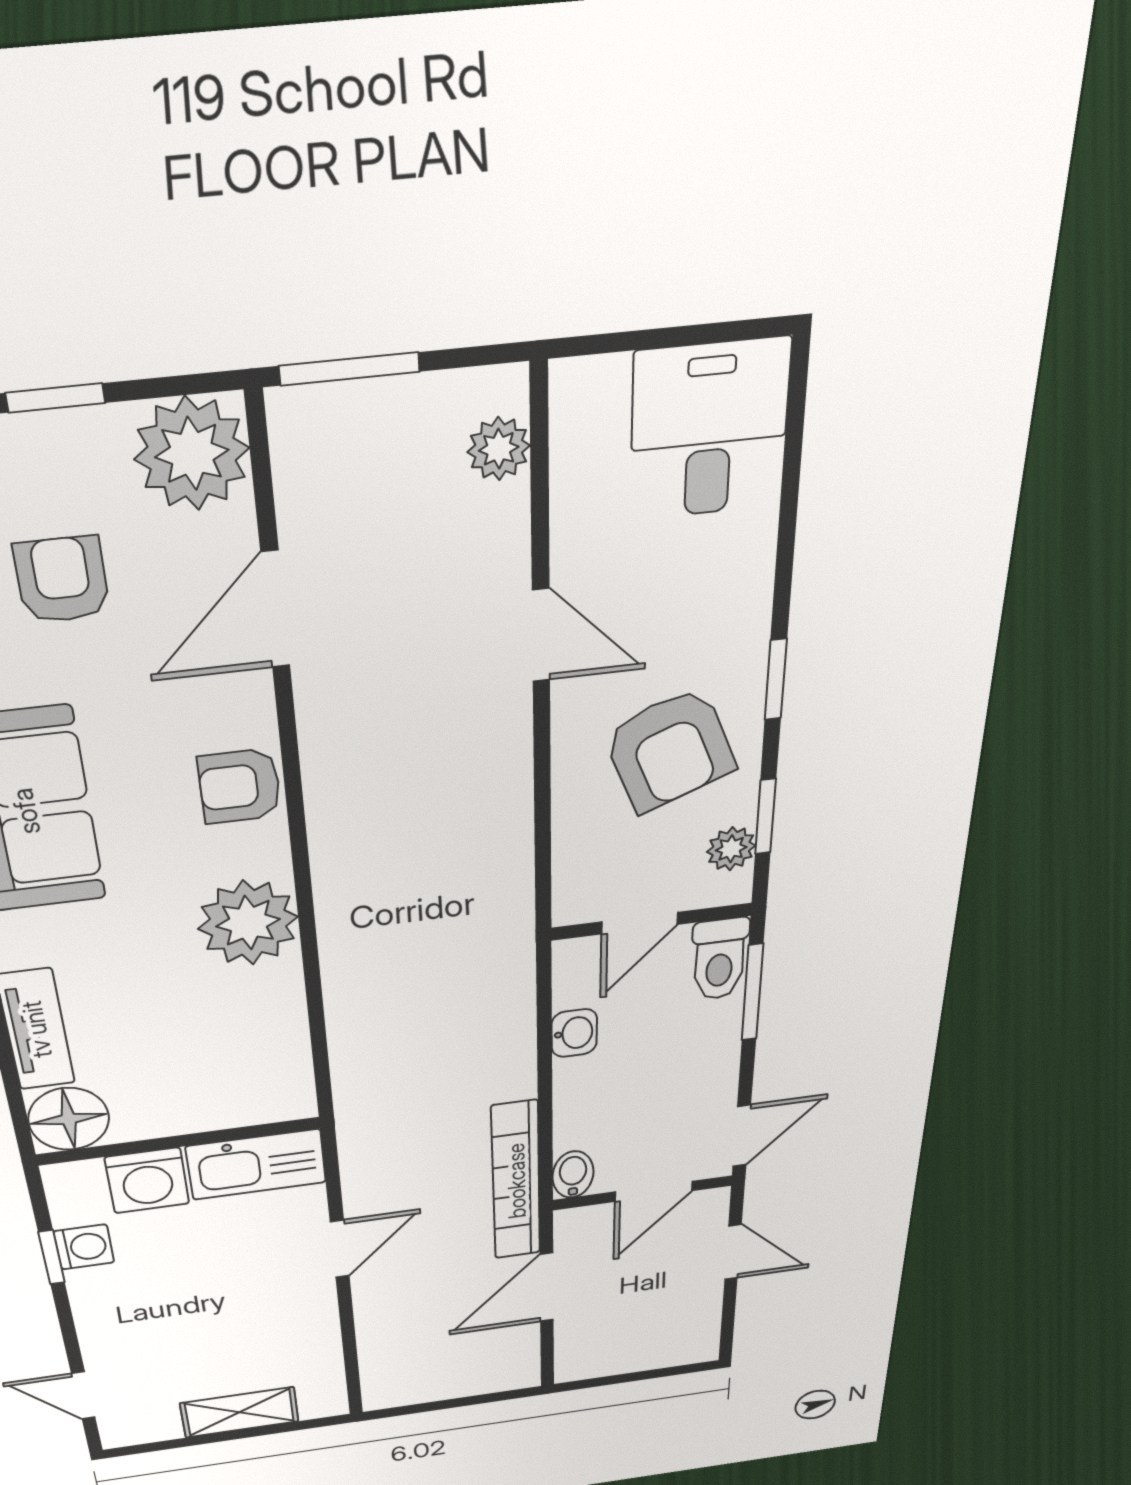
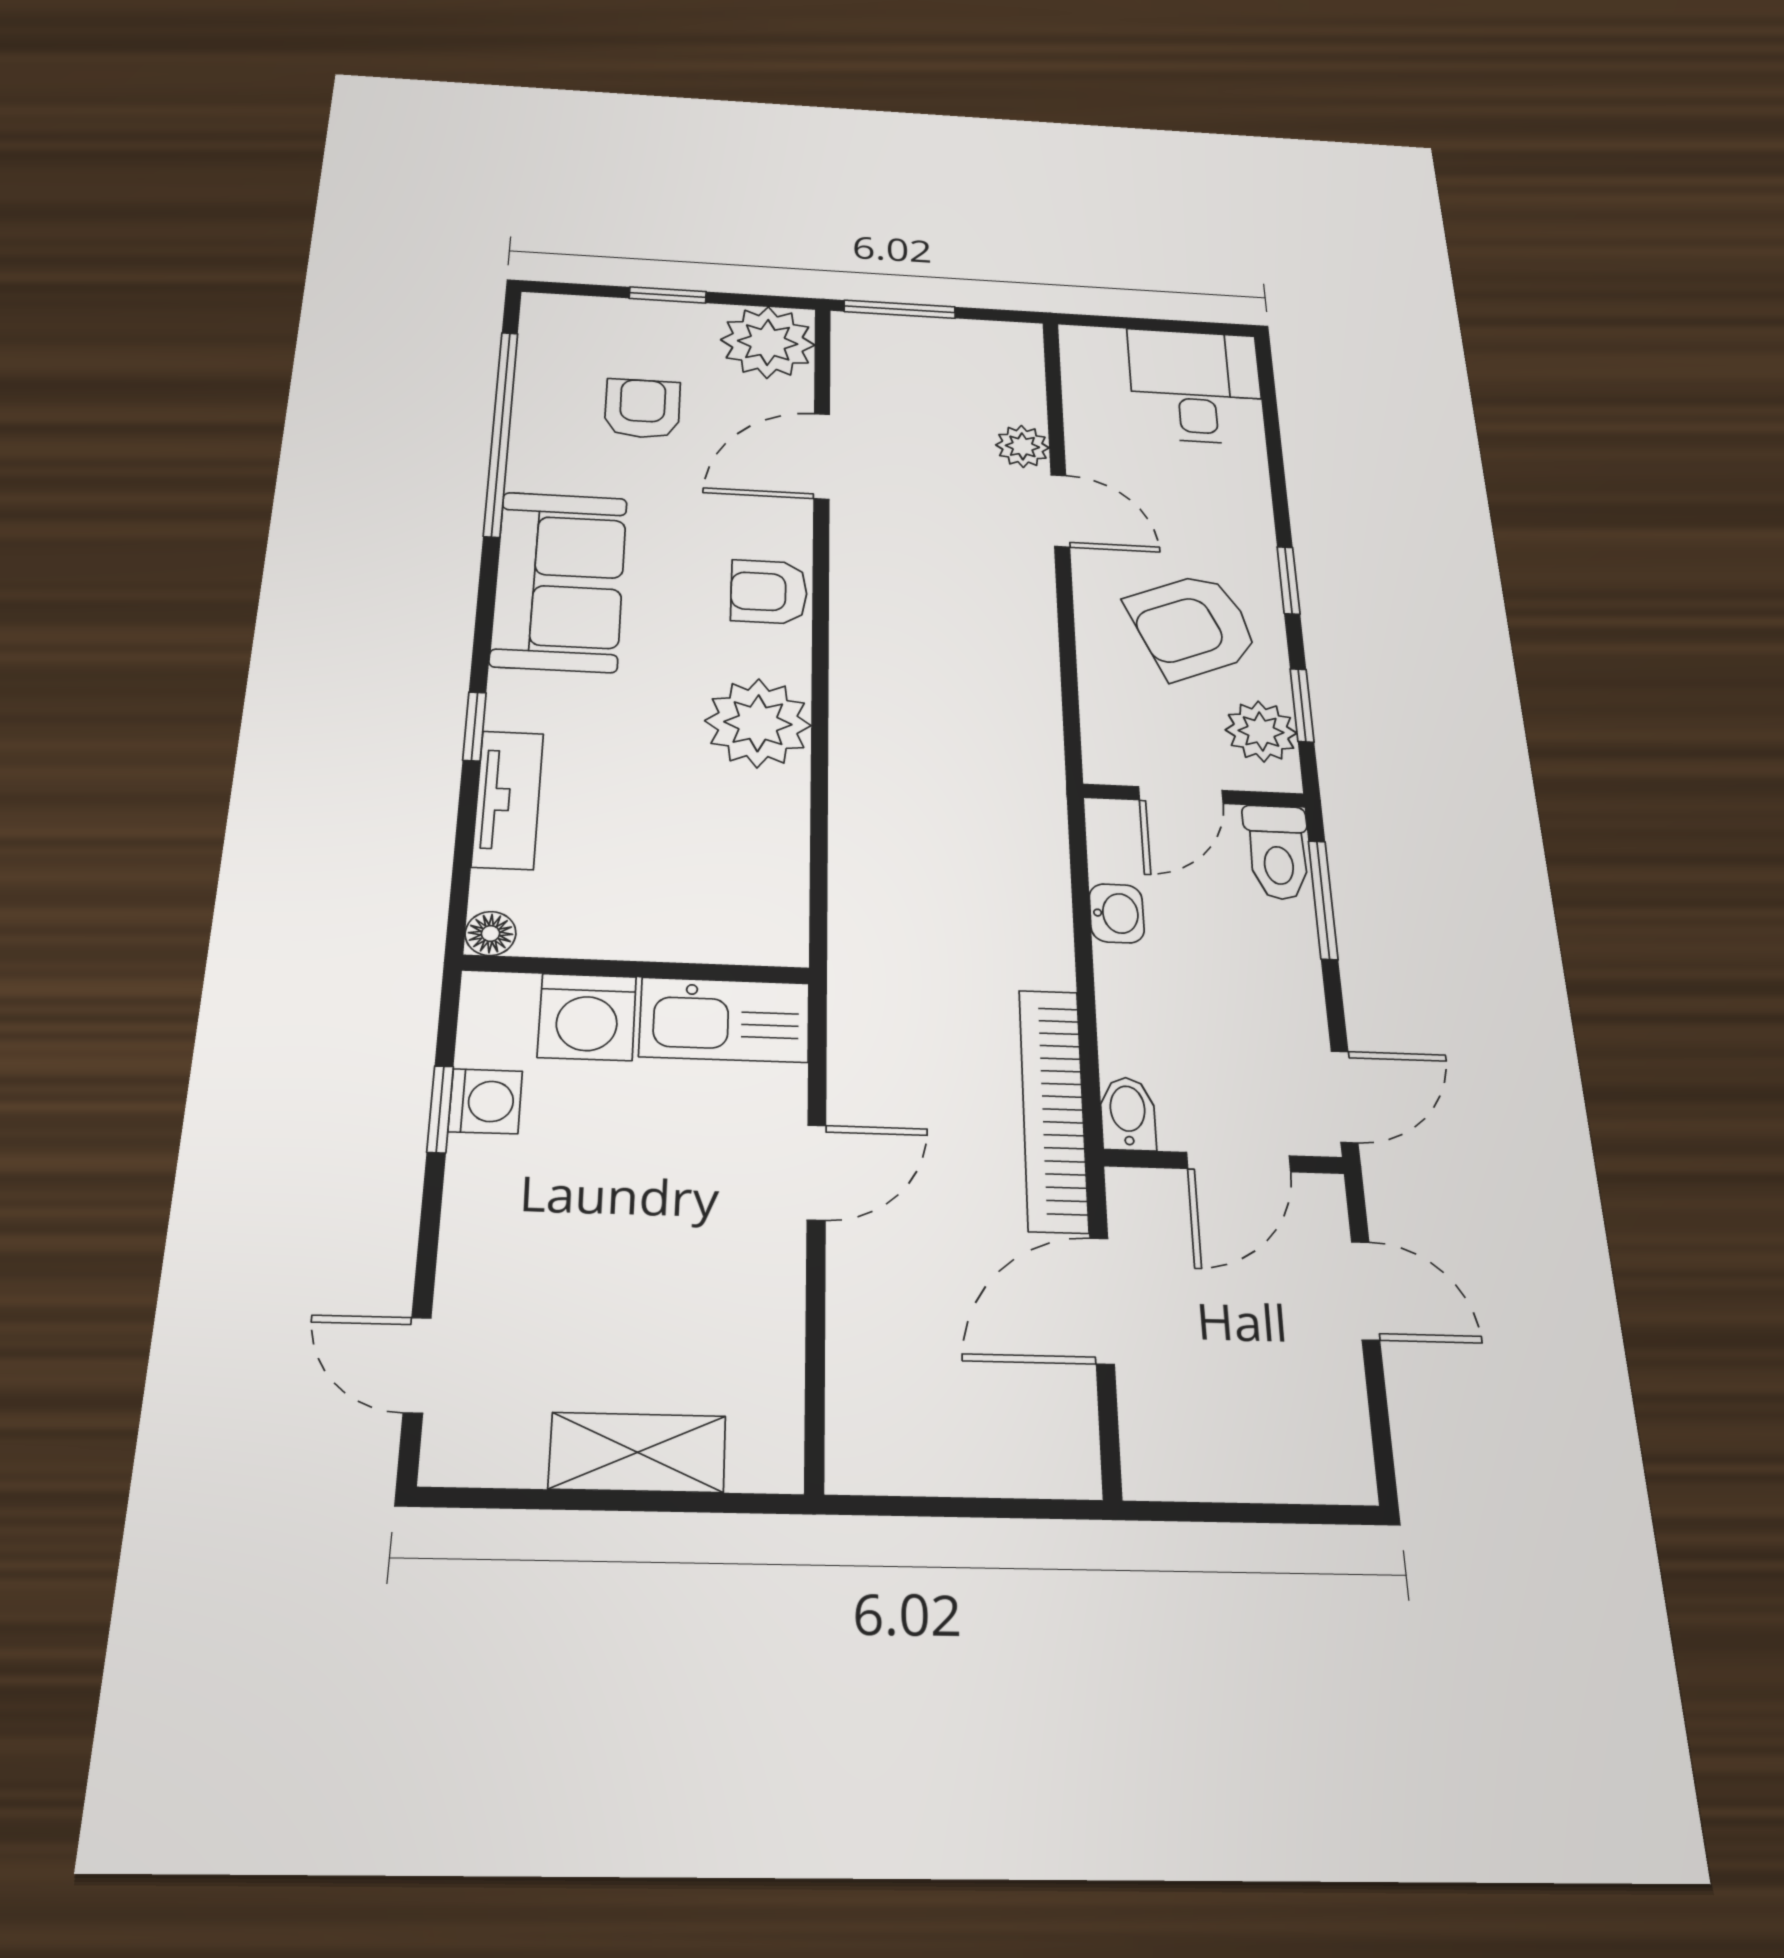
plant: (499, 449) -> (1022, 446), moved
armchair: (670, 750) -> (1193, 626), turned 89
plant: (731, 849) -> (1261, 731), width x1.38, depth x1.38
floor lamp: (69, 1119) -> (491, 934), width x0.53, depth x0.53

